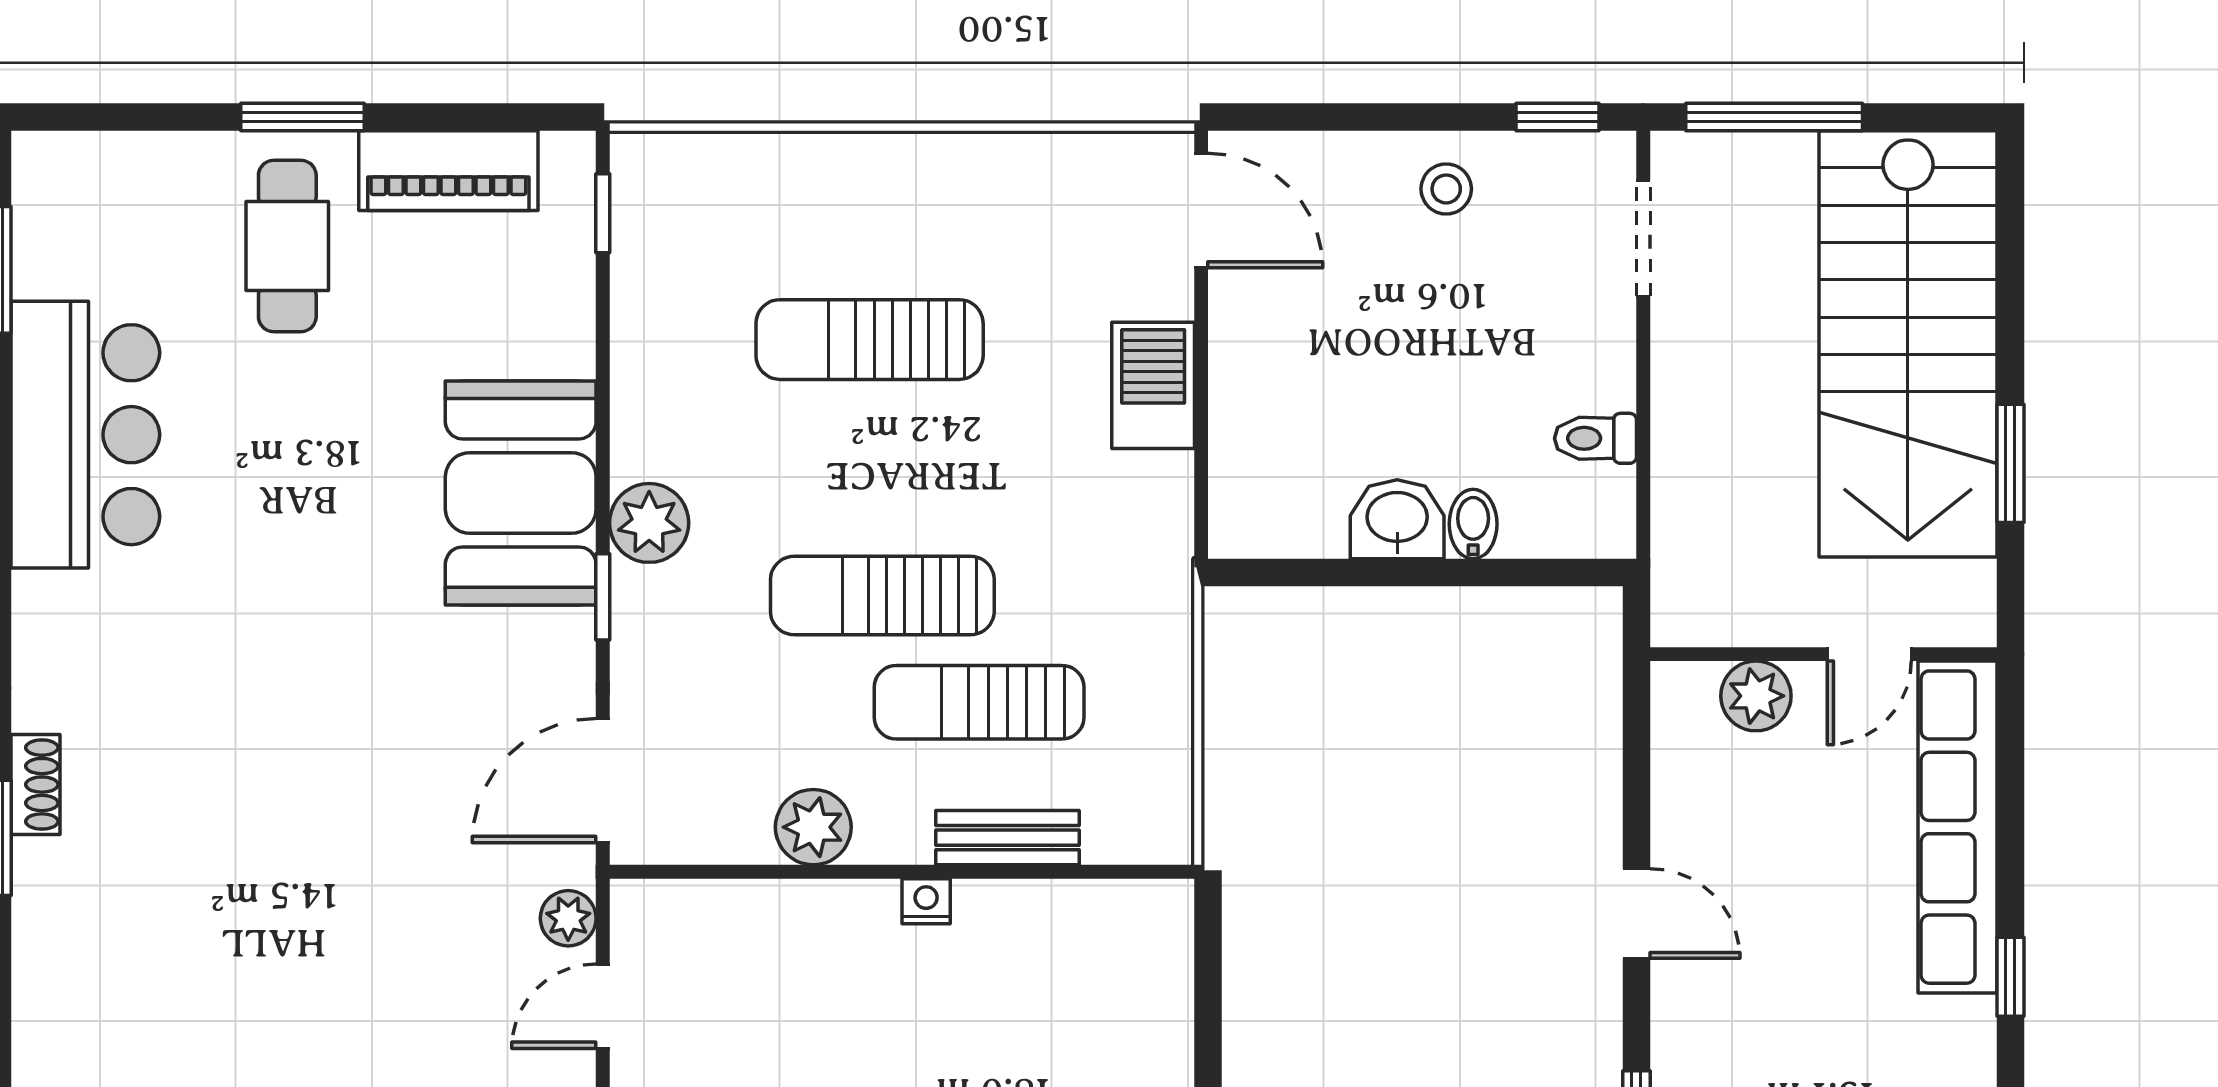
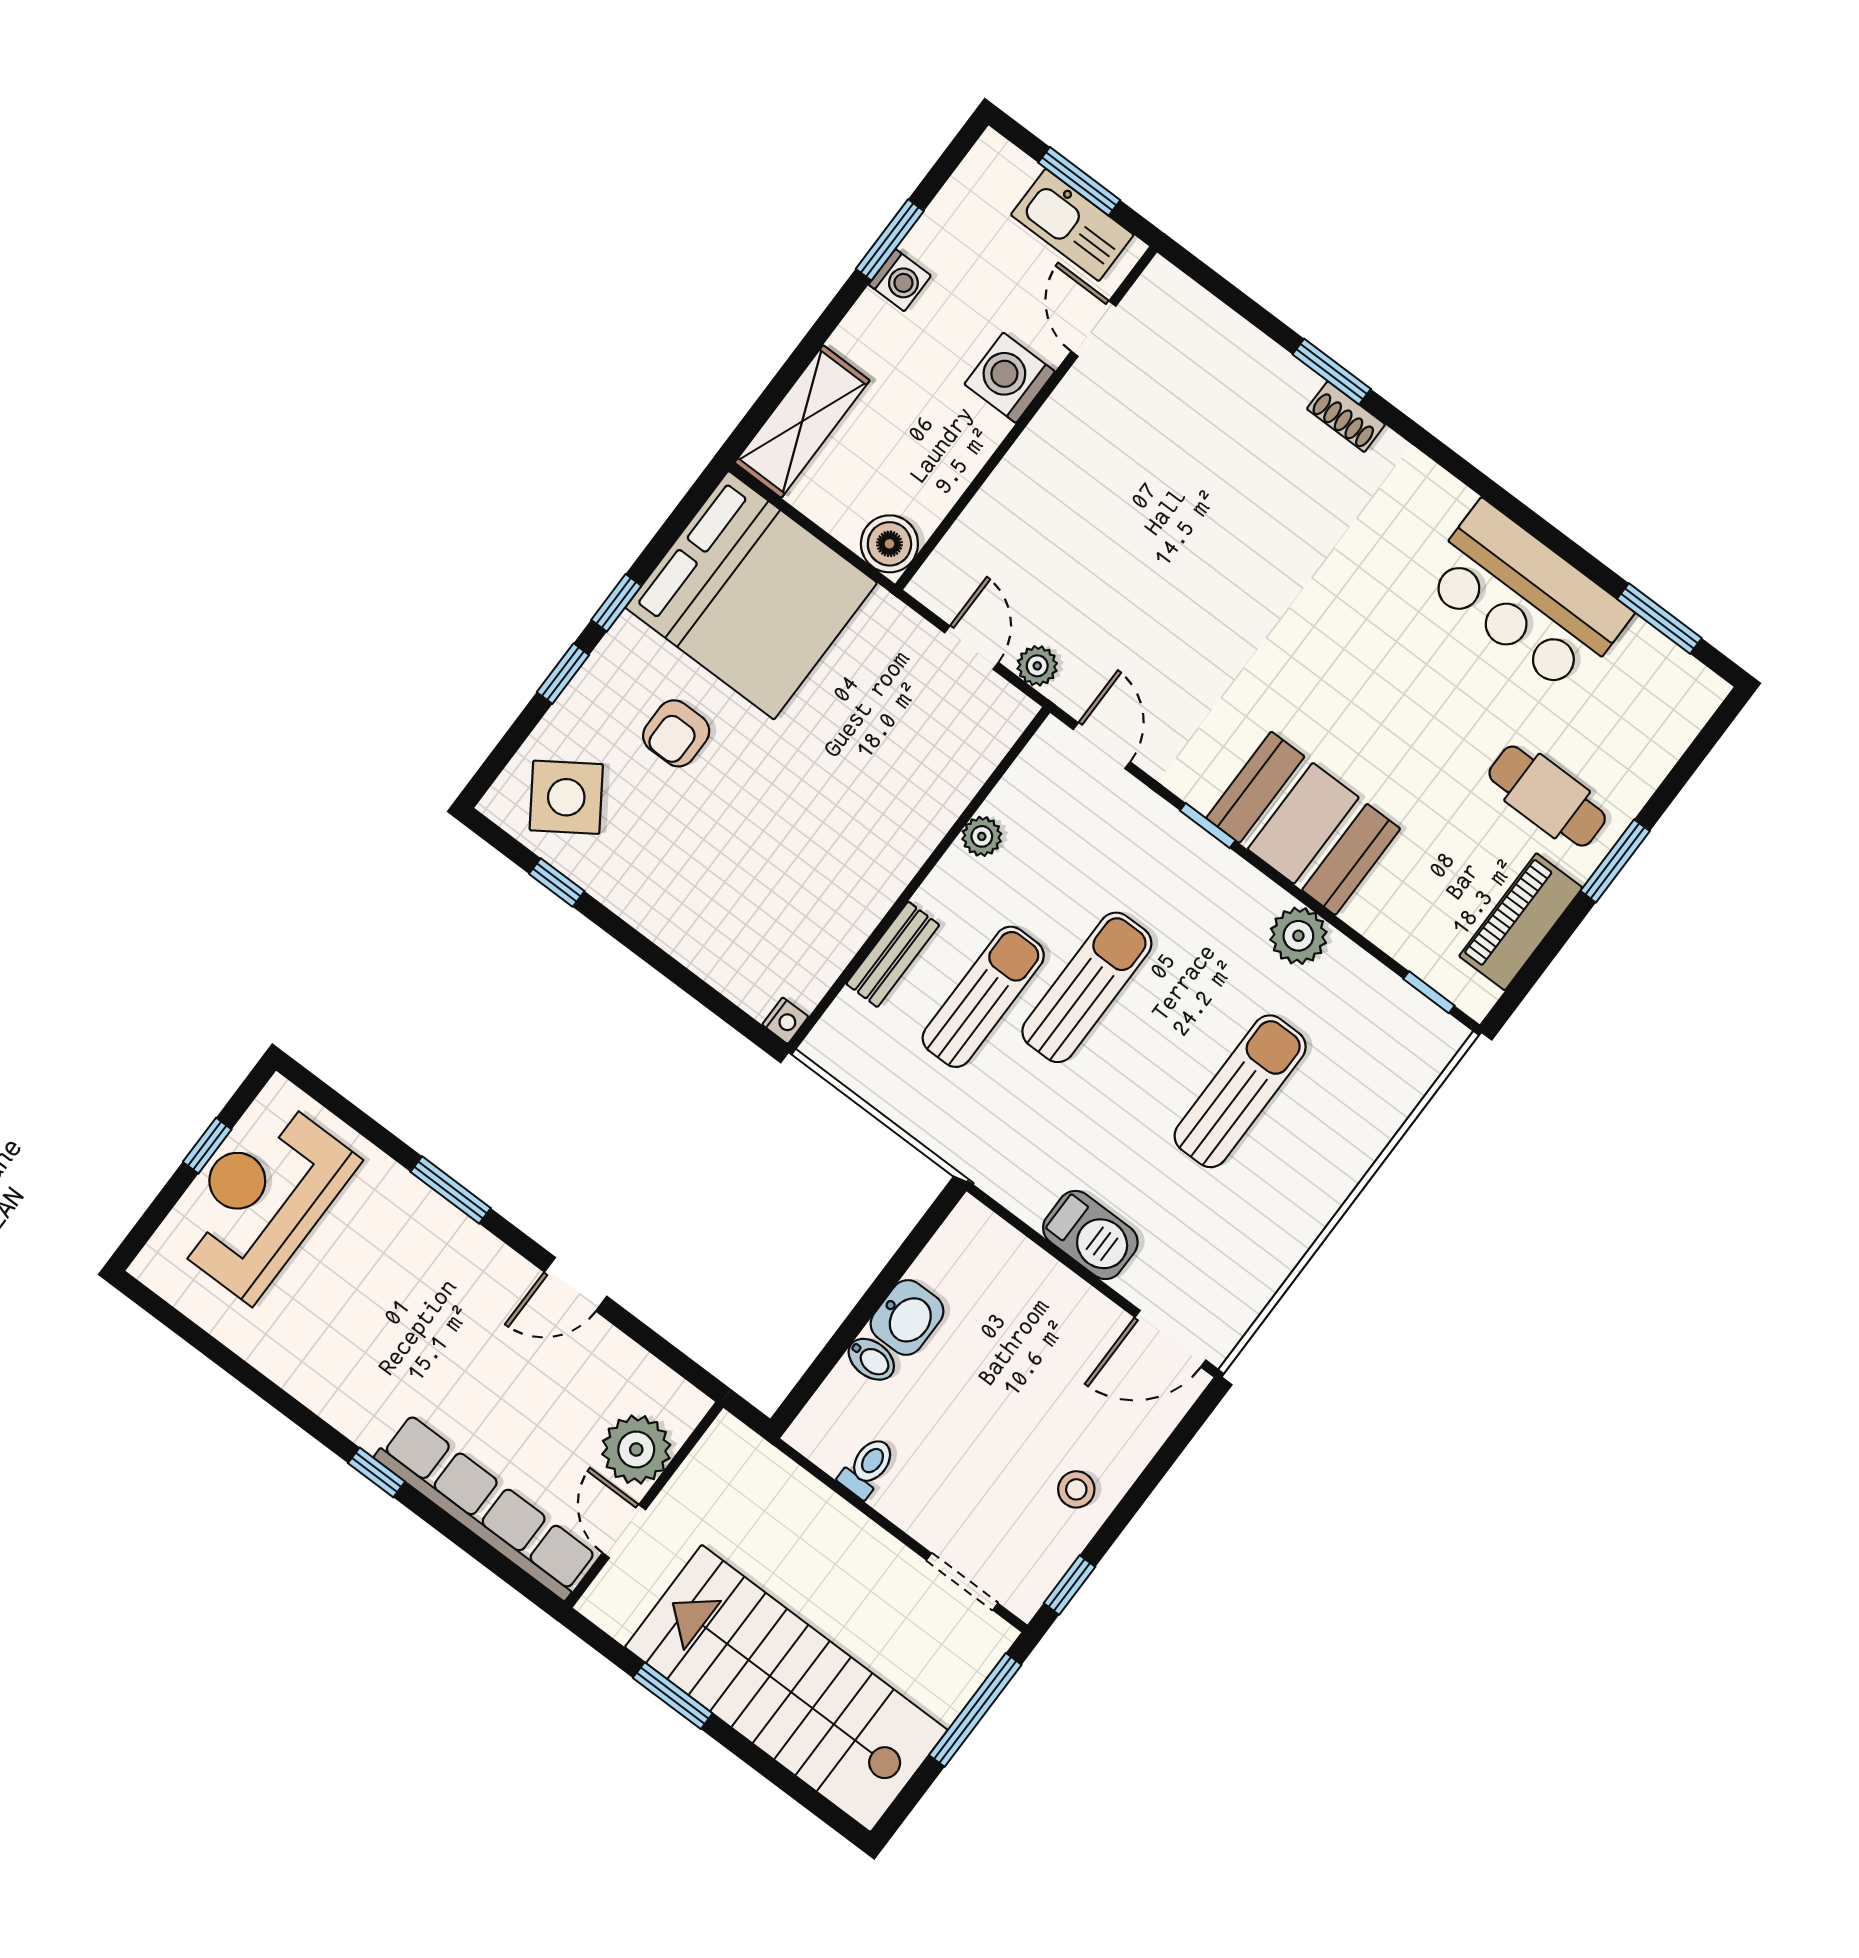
plant: (649, 523) -> (1298, 936), moved
plant: (1756, 696) -> (636, 1449), width x1.36, depth x1.36
door: (603, 781) -> (1102, 746), width x0.73
plant: (813, 827) -> (982, 836), width x0.73, depth x0.73
nightstand: (926, 901) -> (785, 1021), moved

